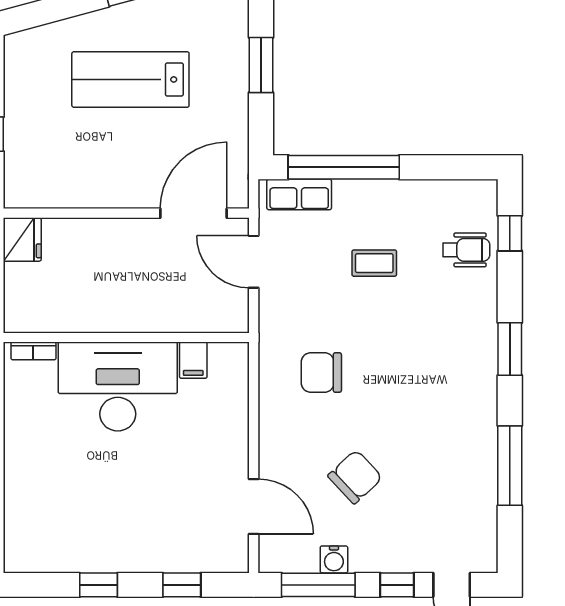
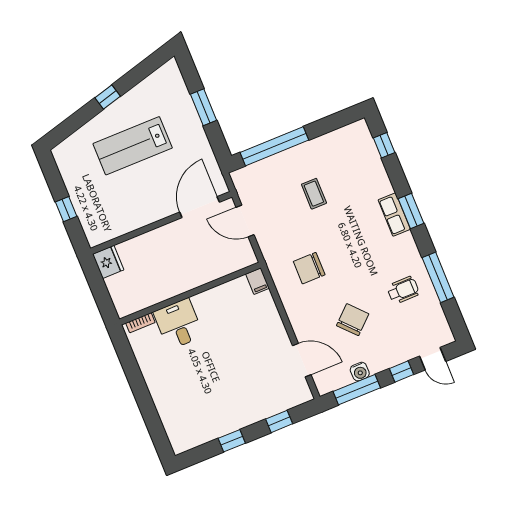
row of seats: (299, 194) -> (394, 215), moved, turned 90
wheelchair: (466, 250) -> (403, 290), moved
coffee table: (374, 263) -> (314, 194), turned 90
filing cabinet: (193, 360) -> (258, 281), moved
desk: (118, 386) -> (178, 324), width x0.53, depth x0.77

